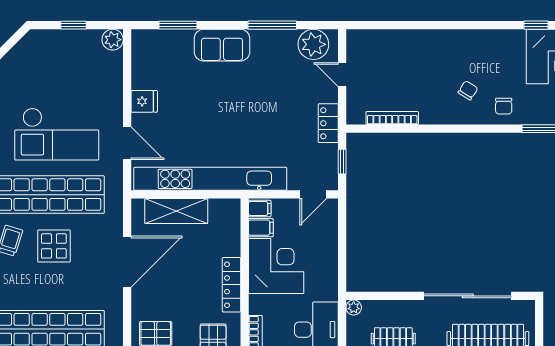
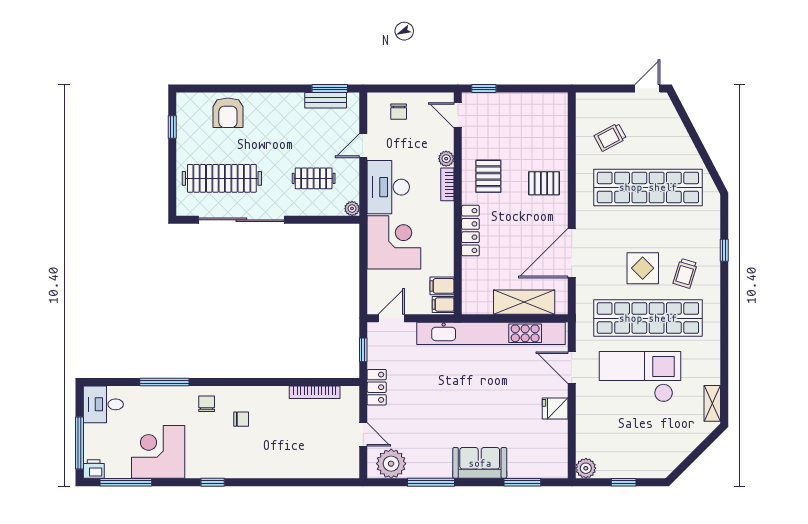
window: (536, 25) -> (213, 482), moved
chair: (468, 90) -> (241, 419), turned -122
corner desk: (276, 266) -> (394, 242), moved, turned 180

